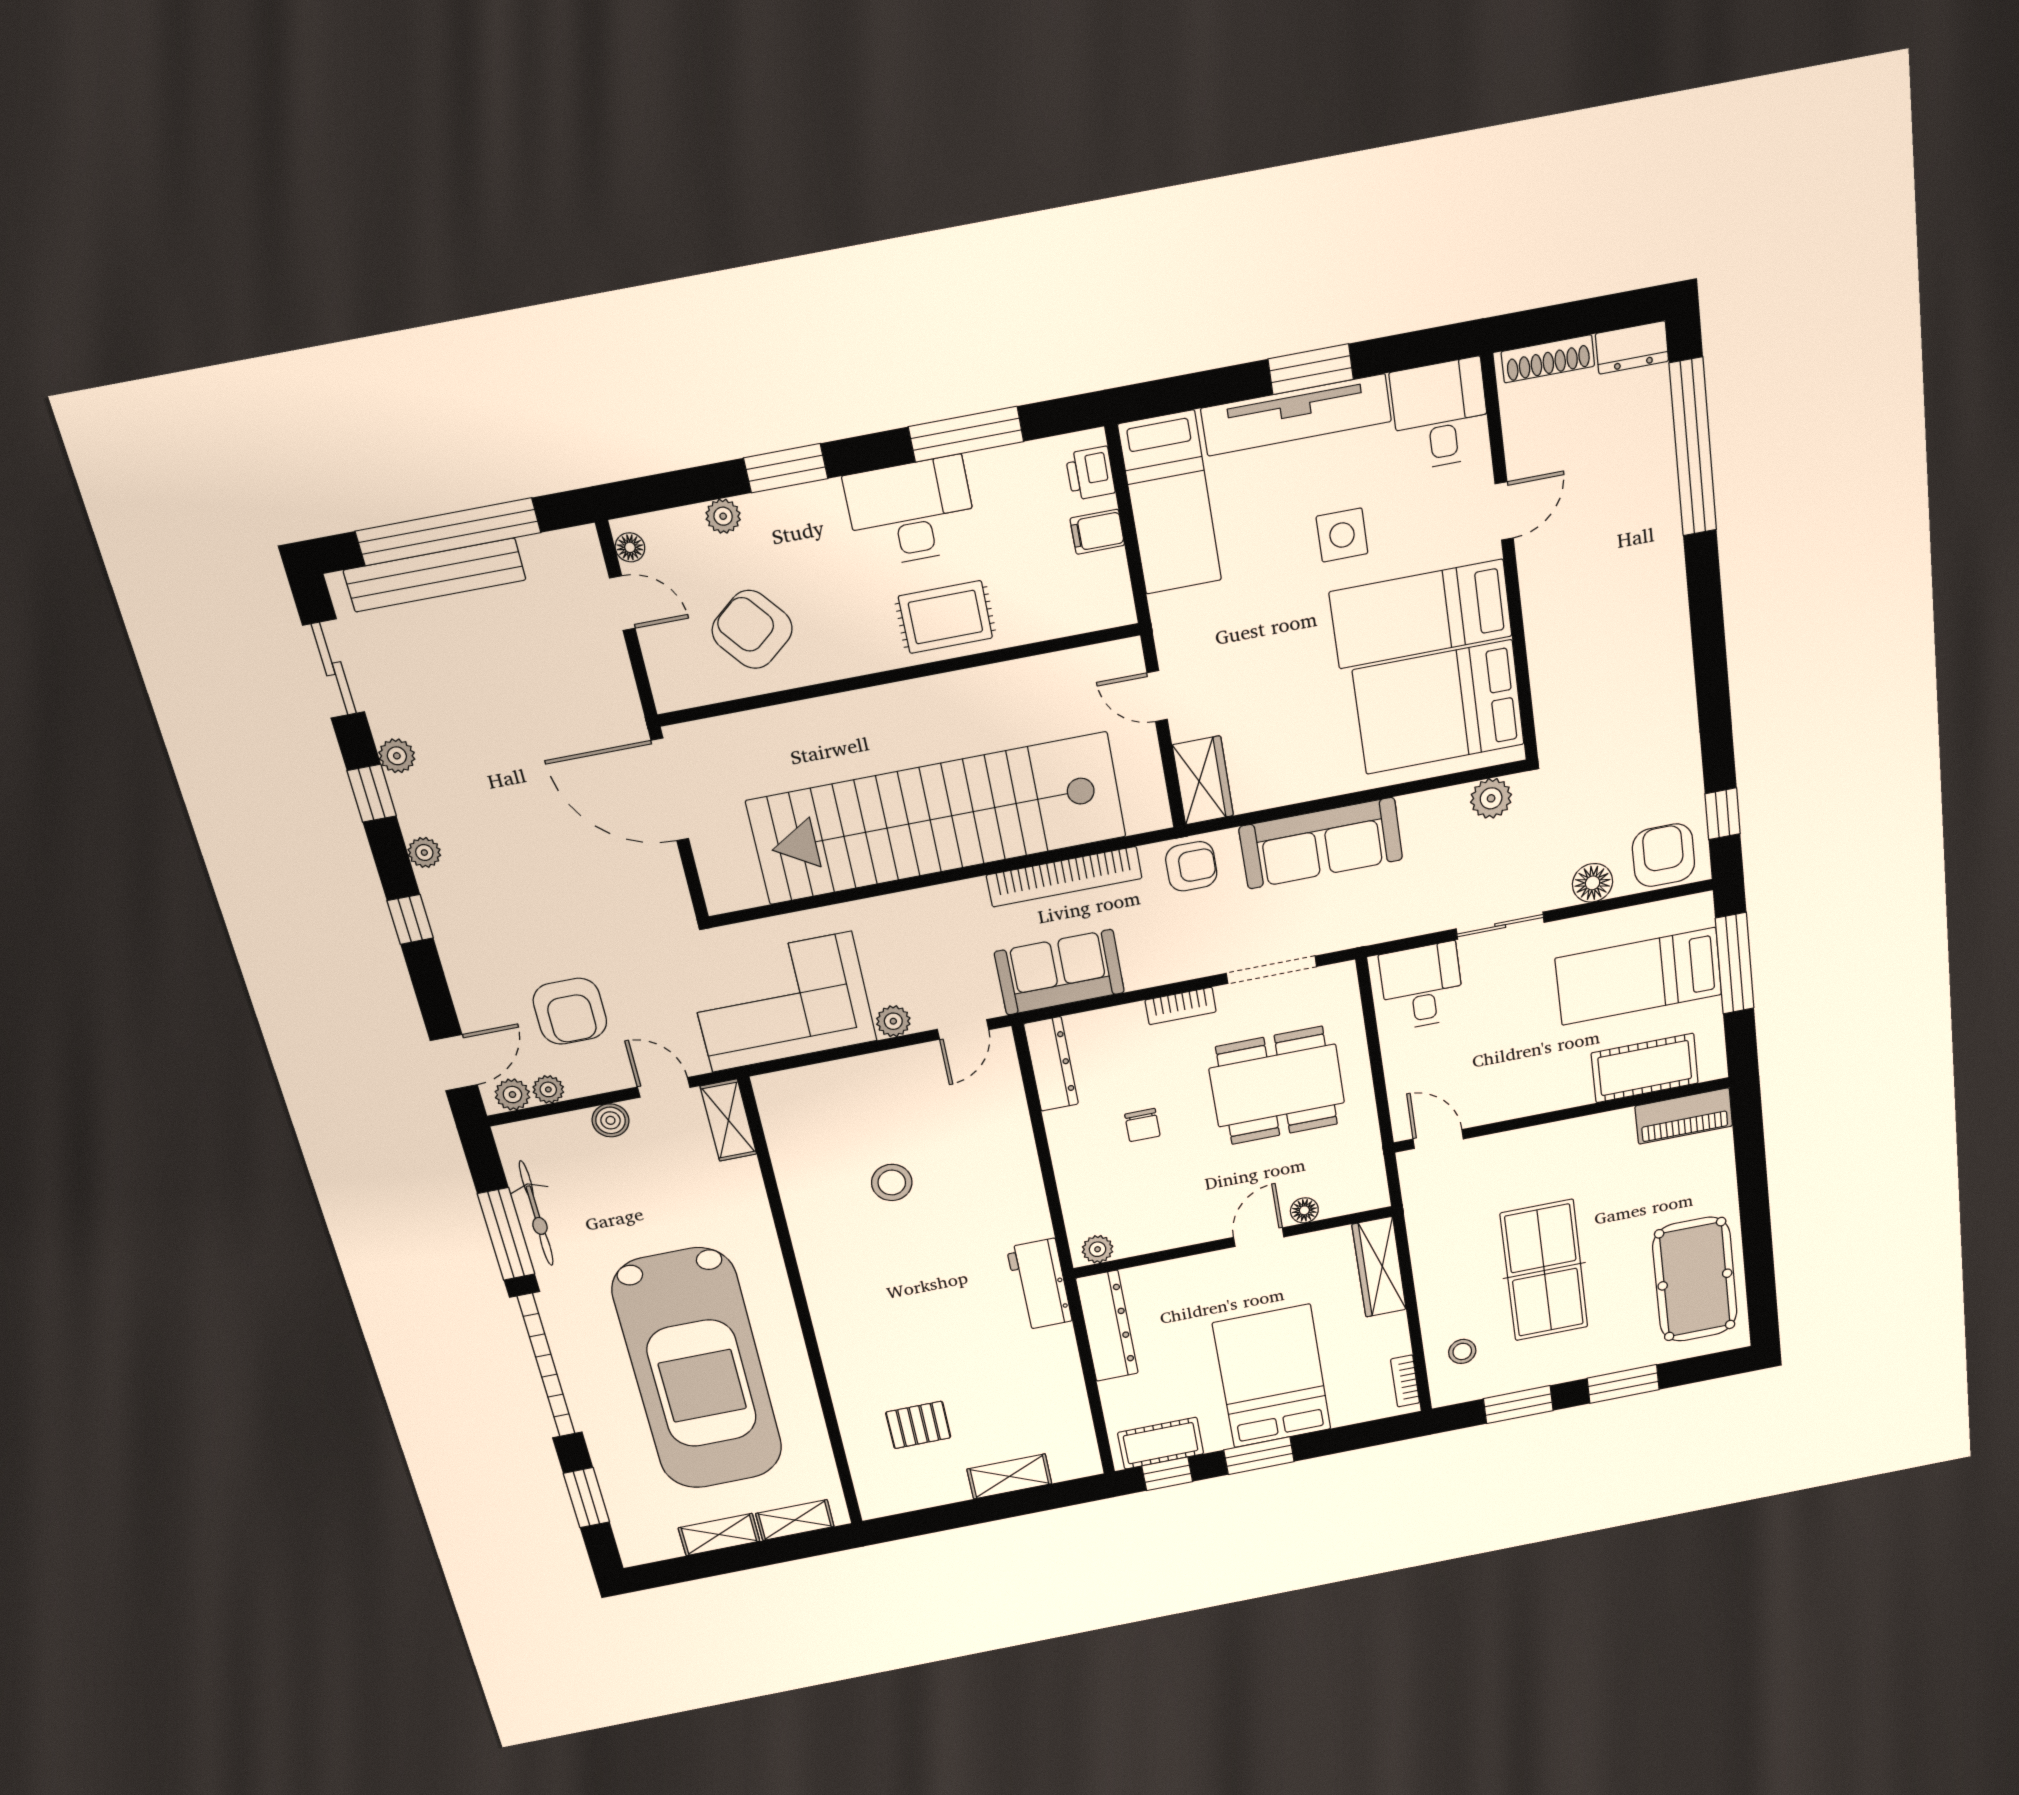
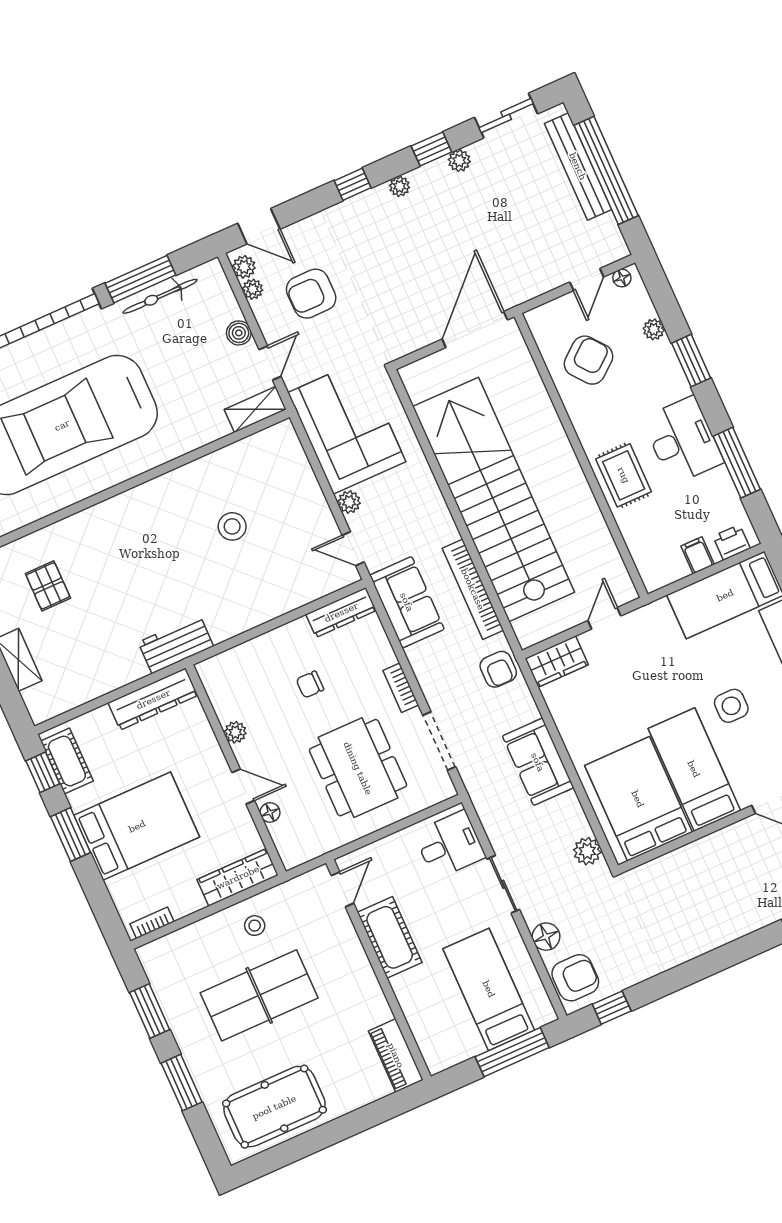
sofa: (1321, 843) -> (538, 762), width x0.73
cot: (1645, 1068) -> (390, 937), moved
plant: (1098, 1249) -> (235, 732), moved
stool: (1462, 1351) -> (255, 926), moved

